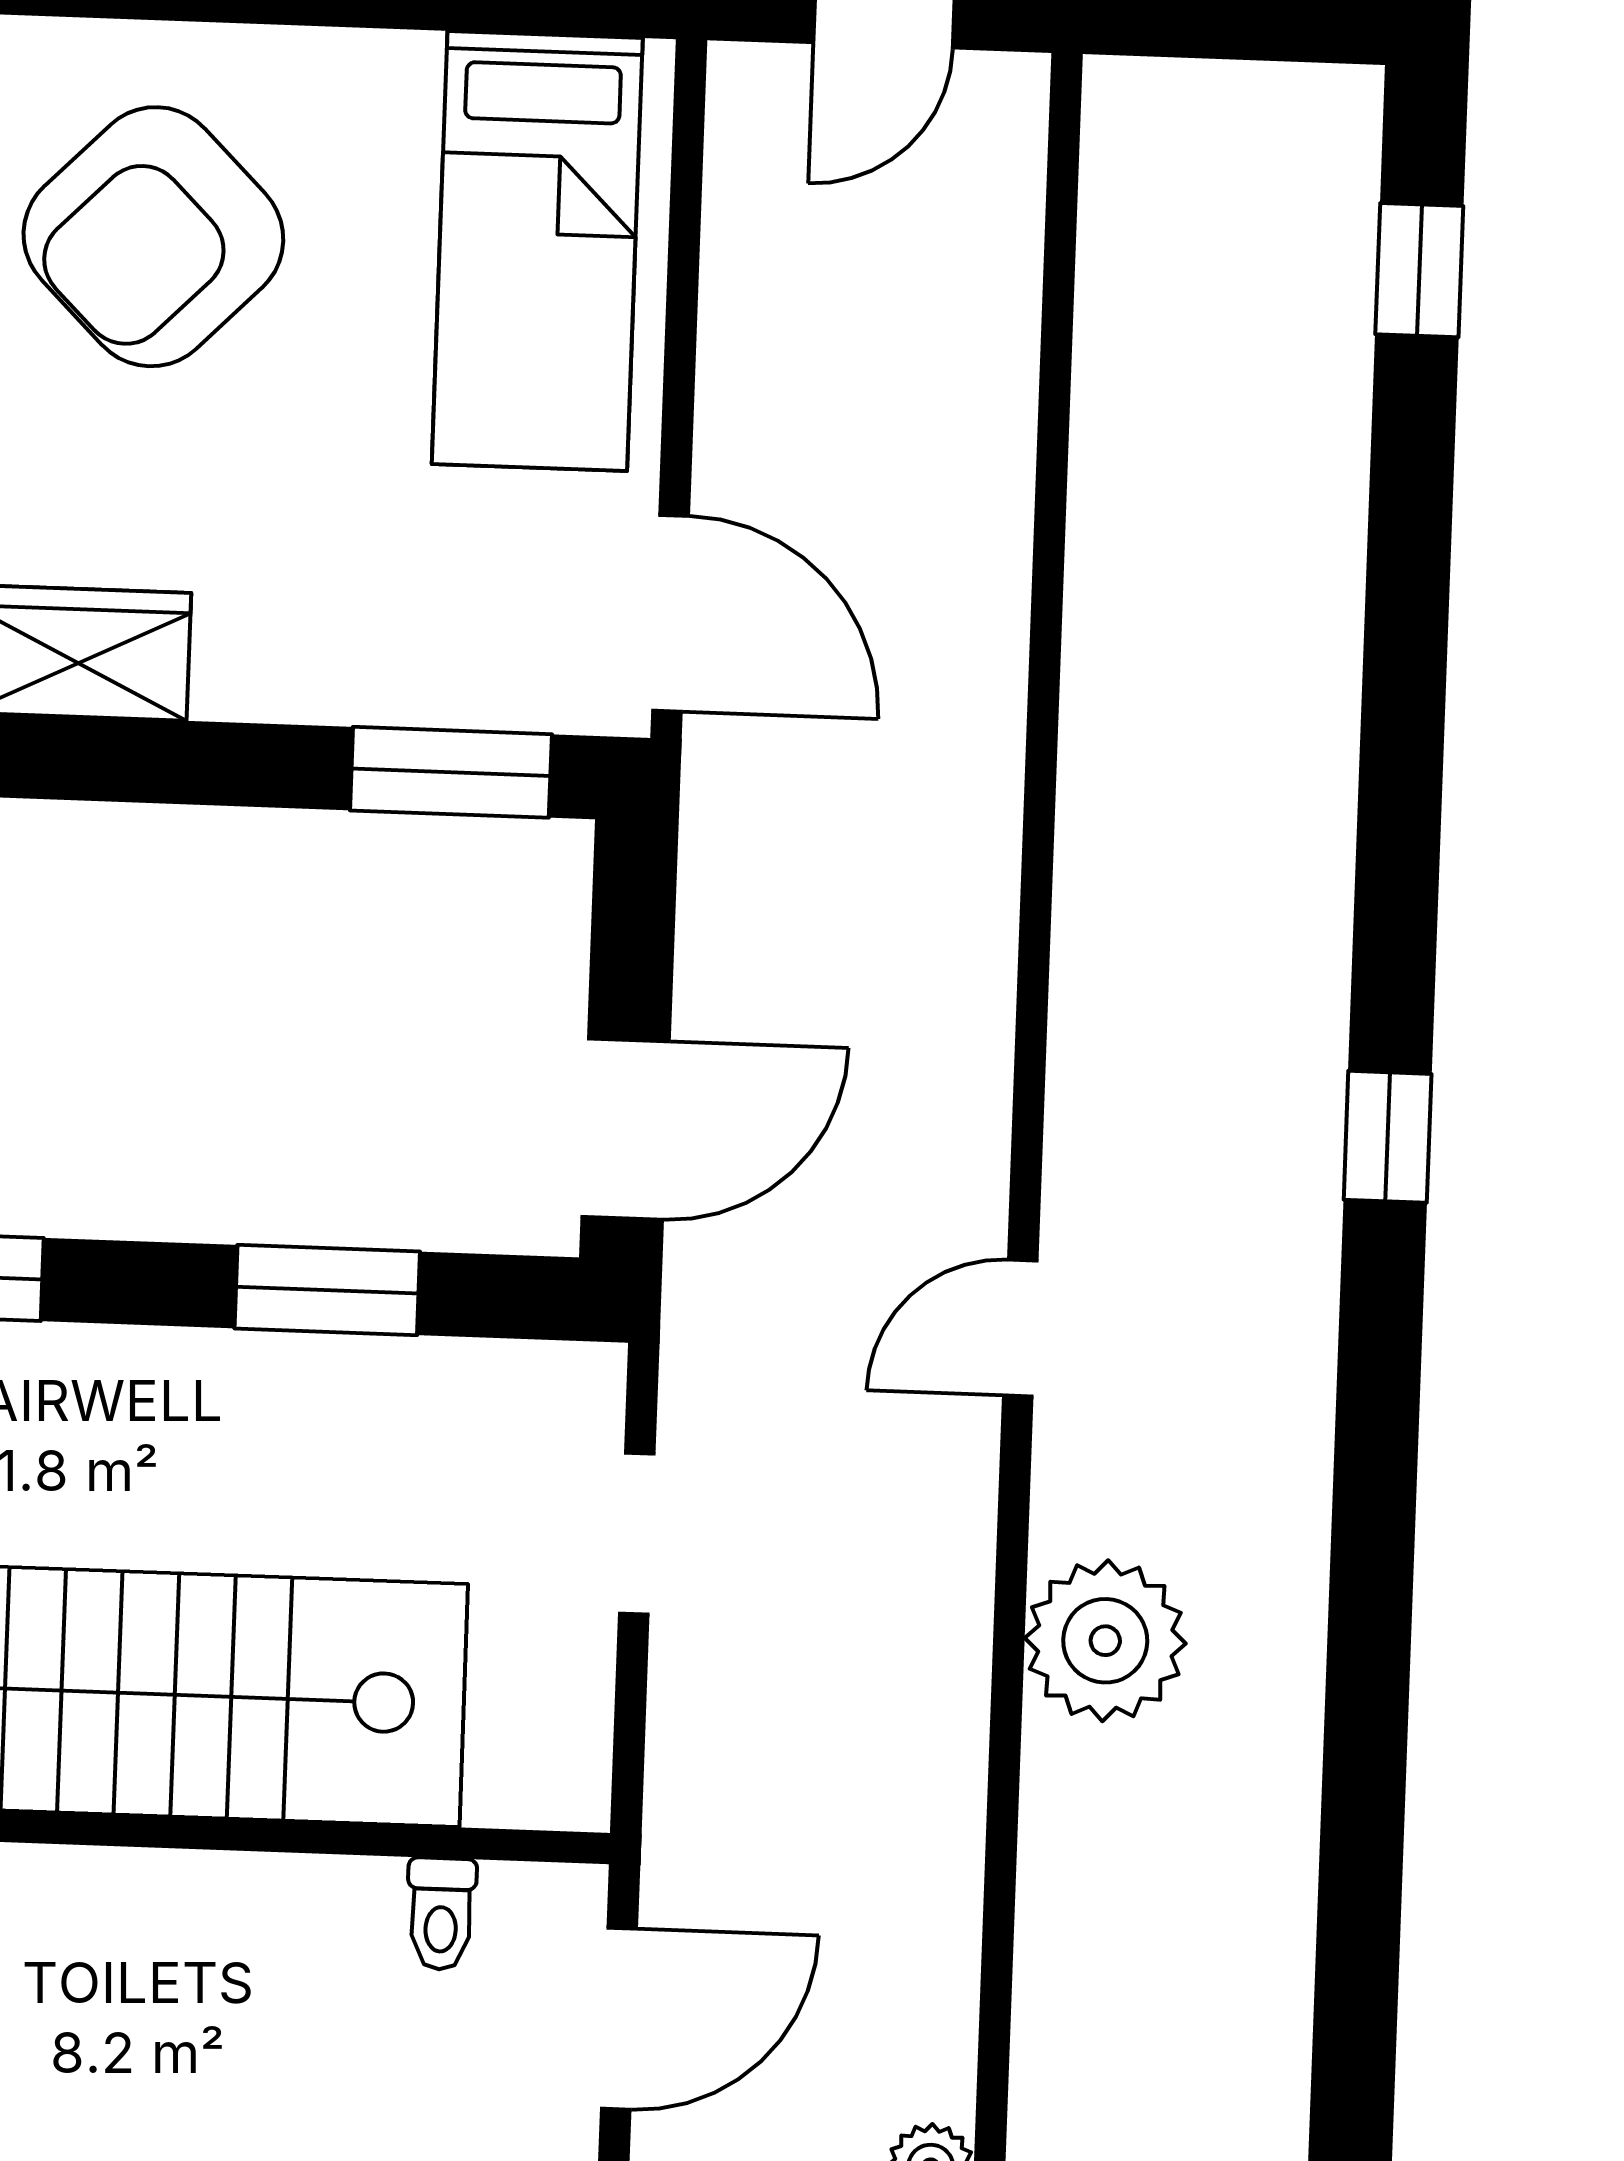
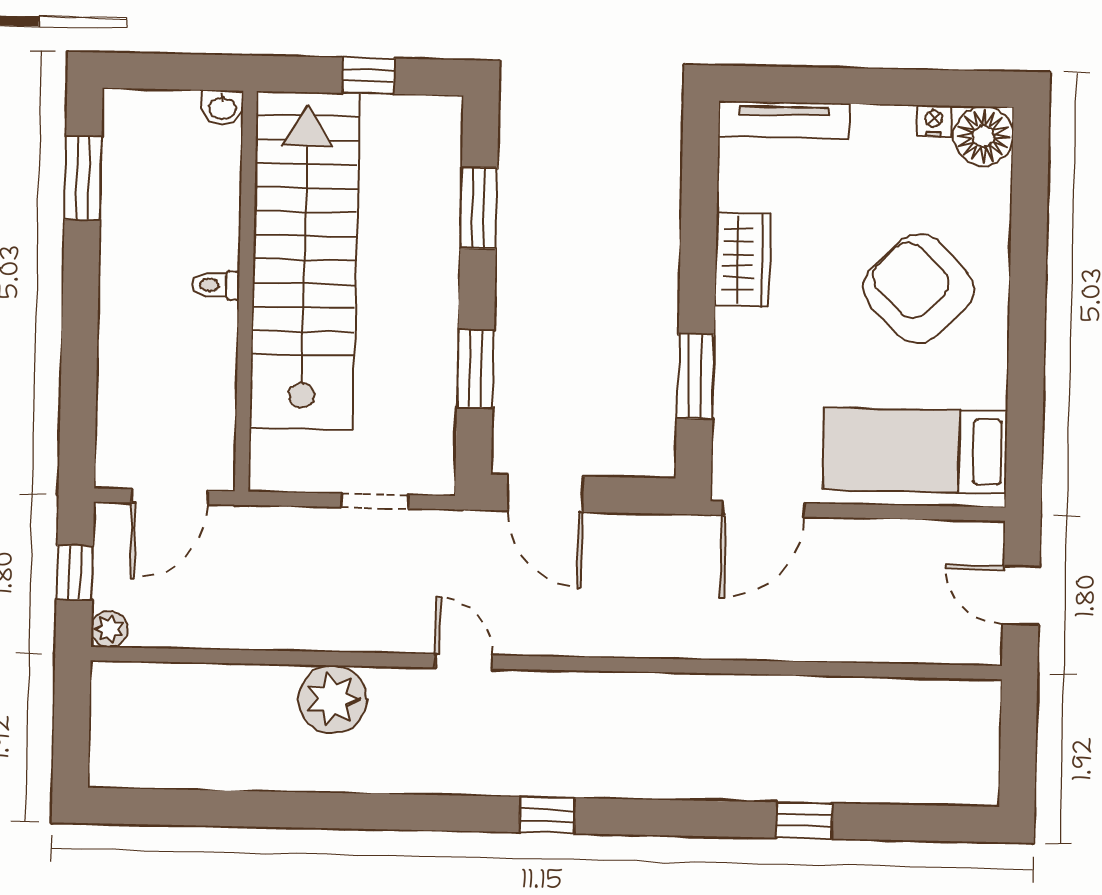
window: (1419, 270) -> (804, 820), moved
window: (451, 772) -> (695, 376), moved
toilet: (441, 1914) -> (216, 285), moved
door: (619, 2019) -> (170, 497), hinge flipped

